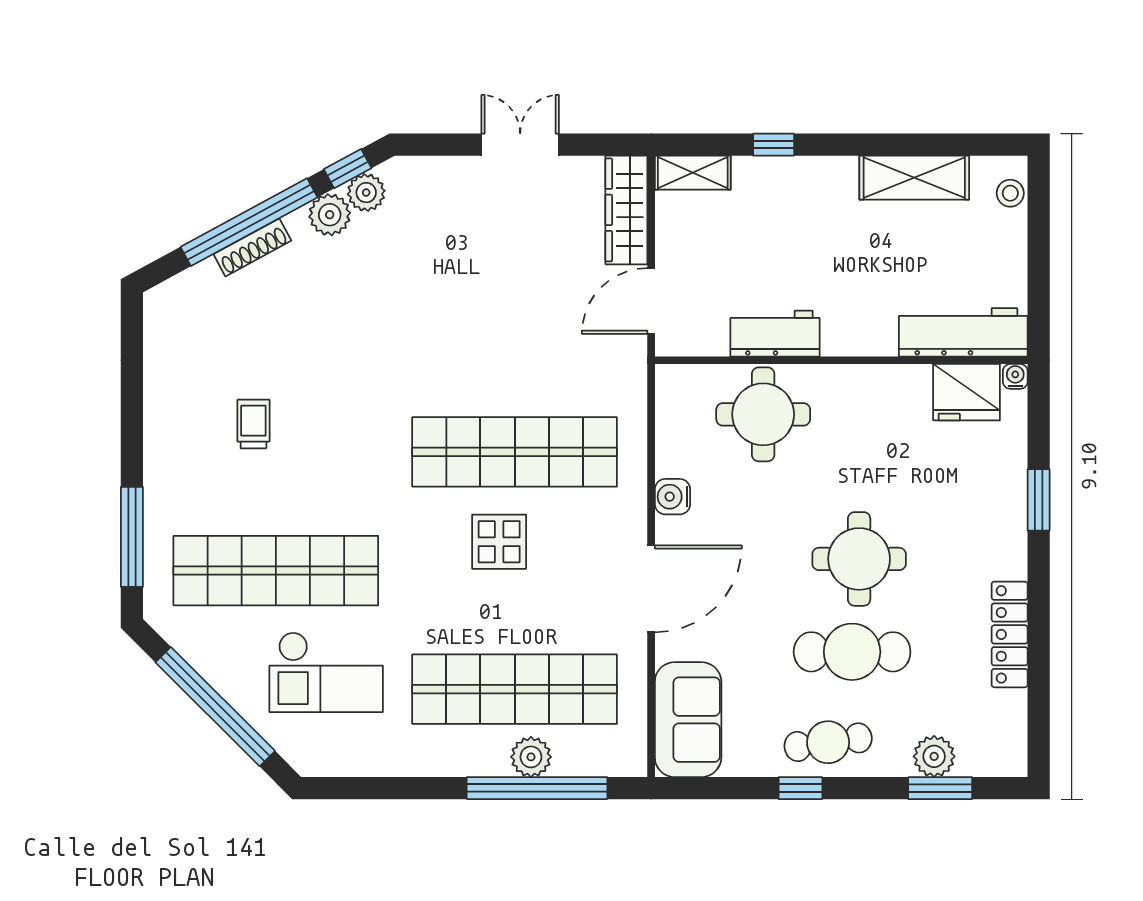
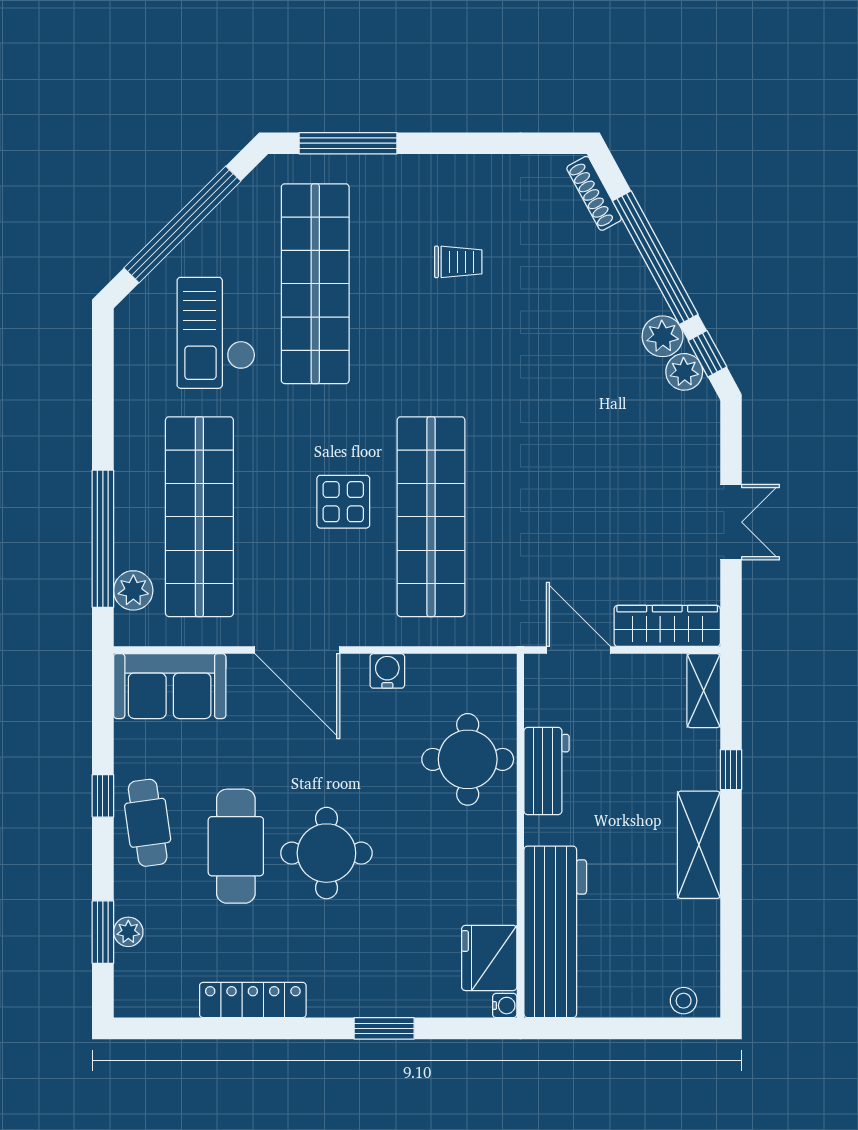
shelving: (914, 178) -> (699, 845), moved
shoe rack: (252, 247) -> (594, 193), moved
workbench: (963, 332) -> (555, 932), width x1.36, depth x1.32
plant: (934, 756) -> (128, 932), width x0.73, depth x0.73
plant: (531, 757) -> (133, 590), moved

